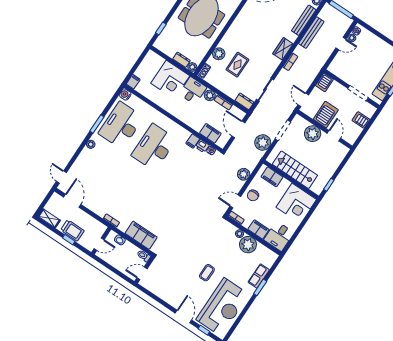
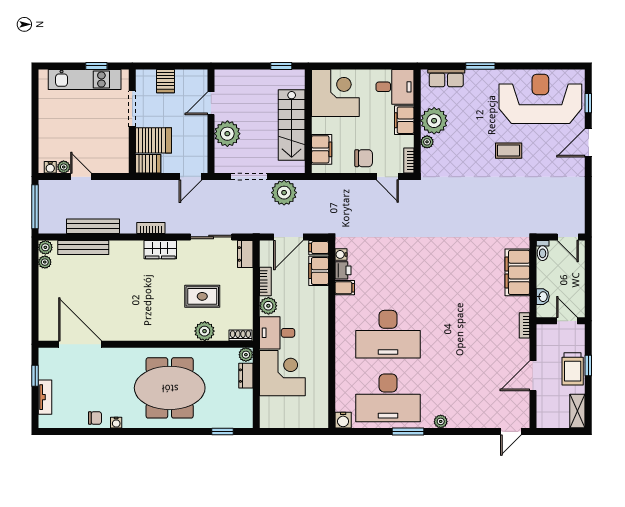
wardrobe: (283, 49) -> (160, 250), moved
filing cabinet: (133, 82) -> (319, 248), moved
server rack: (326, 115) -> (153, 140), moved, turned 180
plant: (244, 174) -> (344, 190), removed
door: (72, 201) -> (533, 376), moved
trolley: (72, 230) -> (573, 369), turned 180
row of seats: (259, 276) -> (446, 78), moved

